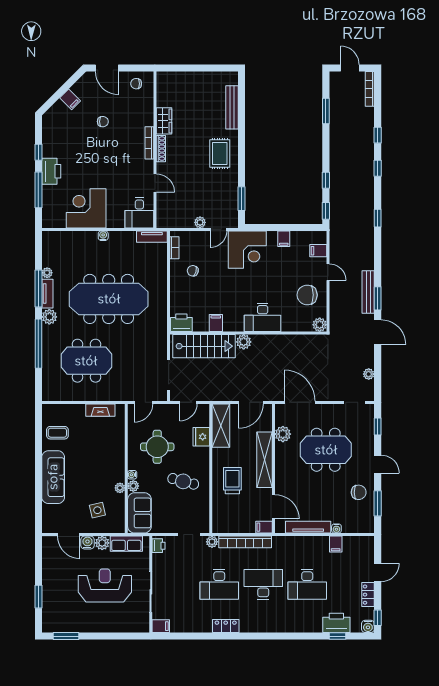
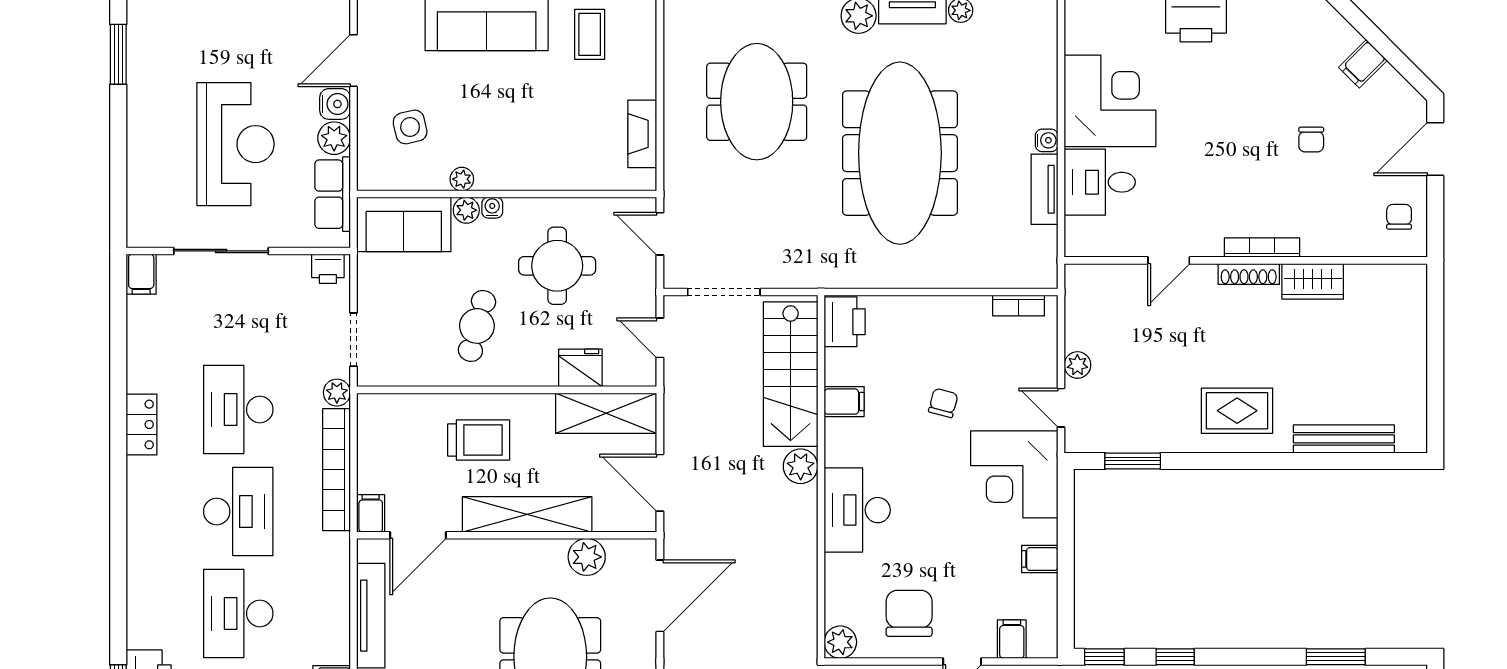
desk: (139, 213) -> (1100, 182), moved
tv unit: (152, 237) -> (1044, 189), moved
chair: (193, 271) -> (943, 403), moved

